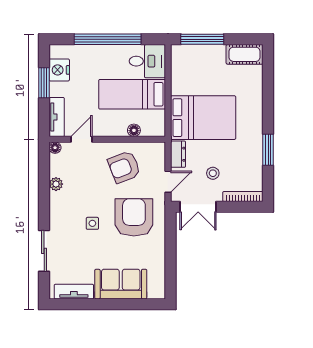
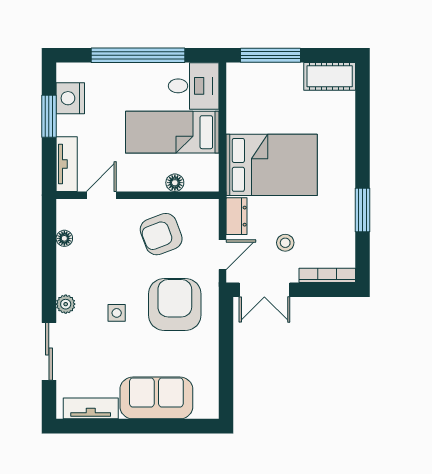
floor lamp: (55, 148) -> (64, 238), moved
plant: (56, 184) -> (66, 304), moved

